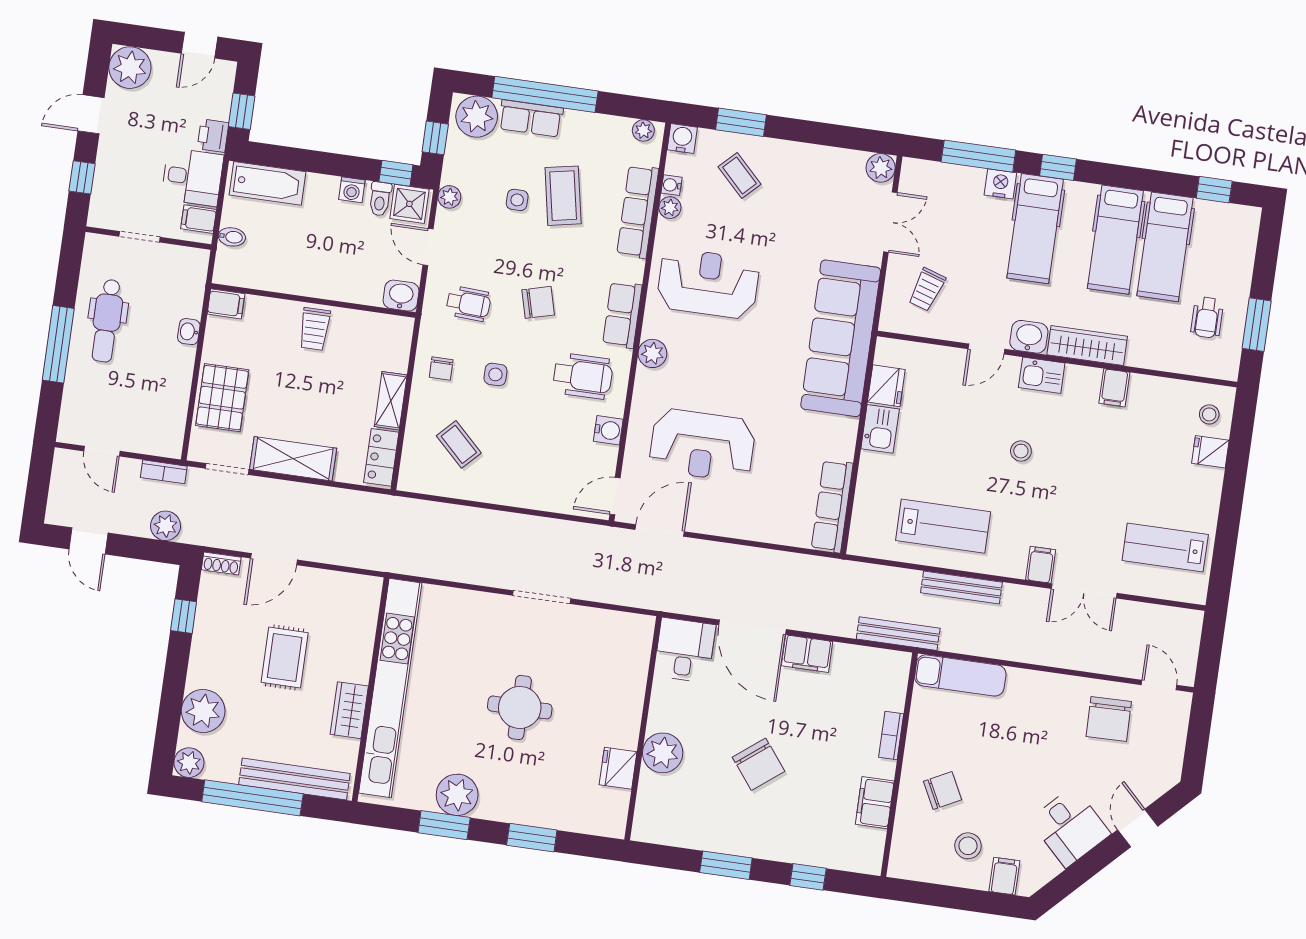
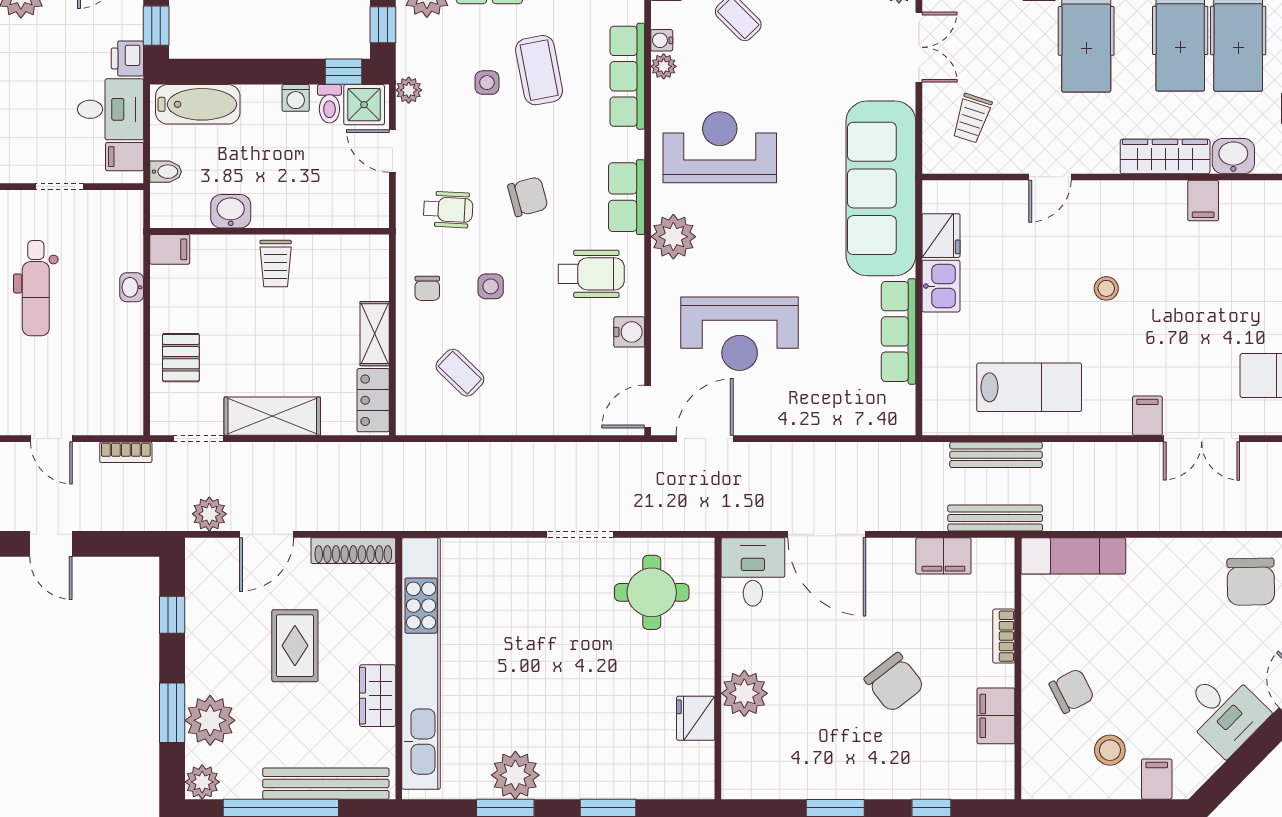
washbasin: (401, 296) -> (231, 211), moved
washbasin: (1029, 337) -> (1233, 156), moved
plant: (652, 353) -> (673, 237), width x1.36, depth x1.36
kitchen sink: (1042, 375) -> (1118, 198), removed
pallet: (222, 398) -> (181, 358), width x0.67, depth x0.71
row of seats: (832, 506) -> (899, 331), moved
plant: (166, 526) -> (209, 514), moved
shoe rack: (221, 564) -> (353, 551), moved, width x1.94, depth x1.24
bench: (961, 587) -> (996, 455), moved
filing cabinet: (807, 654) -> (943, 556), moved
window: (172, 700) -> (172, 713), added
round table: (520, 707) -> (652, 592), moved
chair: (759, 764) -> (894, 682), moved

